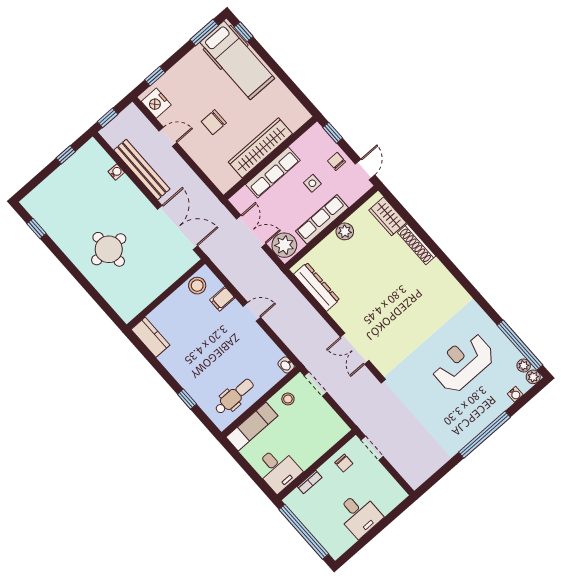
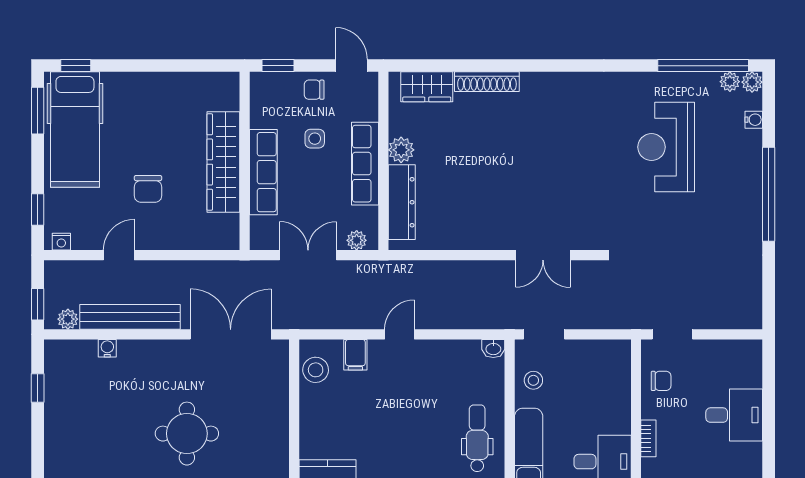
hospital bed: (237, 60) -> (75, 130), moved, turned 90
nightstand: (156, 103) -> (61, 242), width x0.53, depth x0.56
plant: (113, 139) -> (68, 319), added
plant: (284, 245) -> (357, 240), width x0.53, depth x0.53
dresser: (317, 287) -> (402, 202), moved, turned 90

